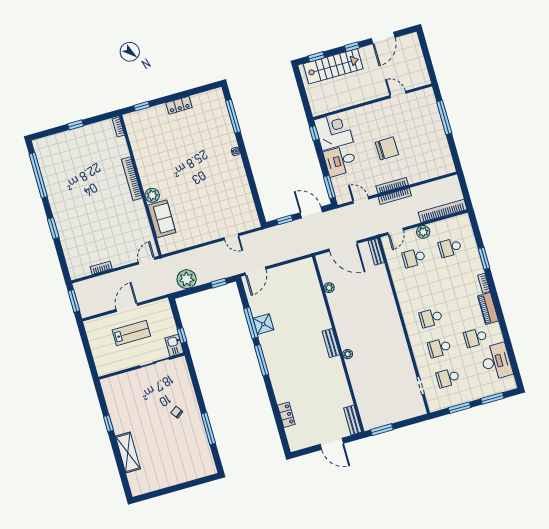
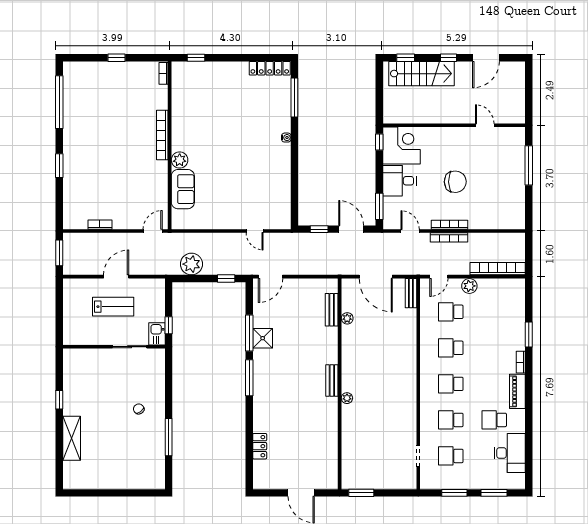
locker: (179, 105) -> (270, 68), moved, width x1.53
school desk: (450, 248) -> (451, 348), moved
bench: (353, 420) -> (332, 310), moved

